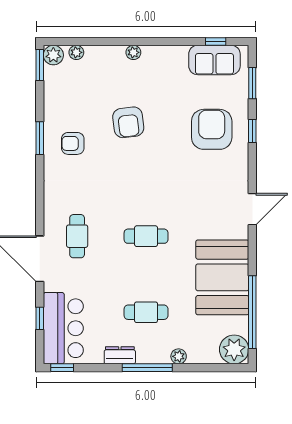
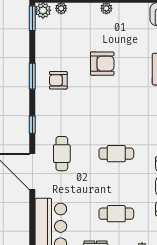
armchair: (128, 122) -> (102, 64), turned -83
window: (40, 318) -> (32, 125), moved

